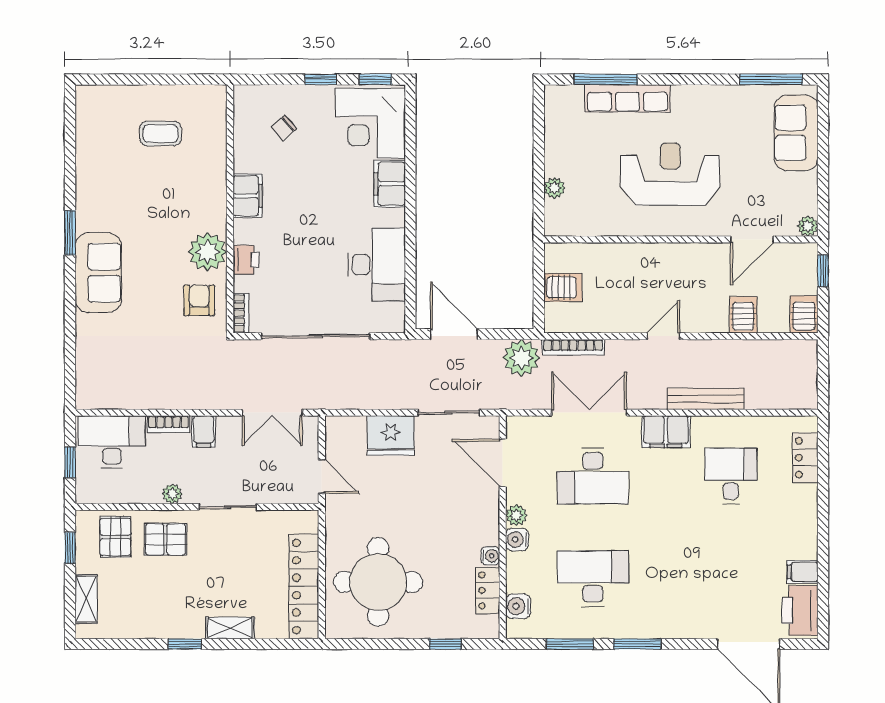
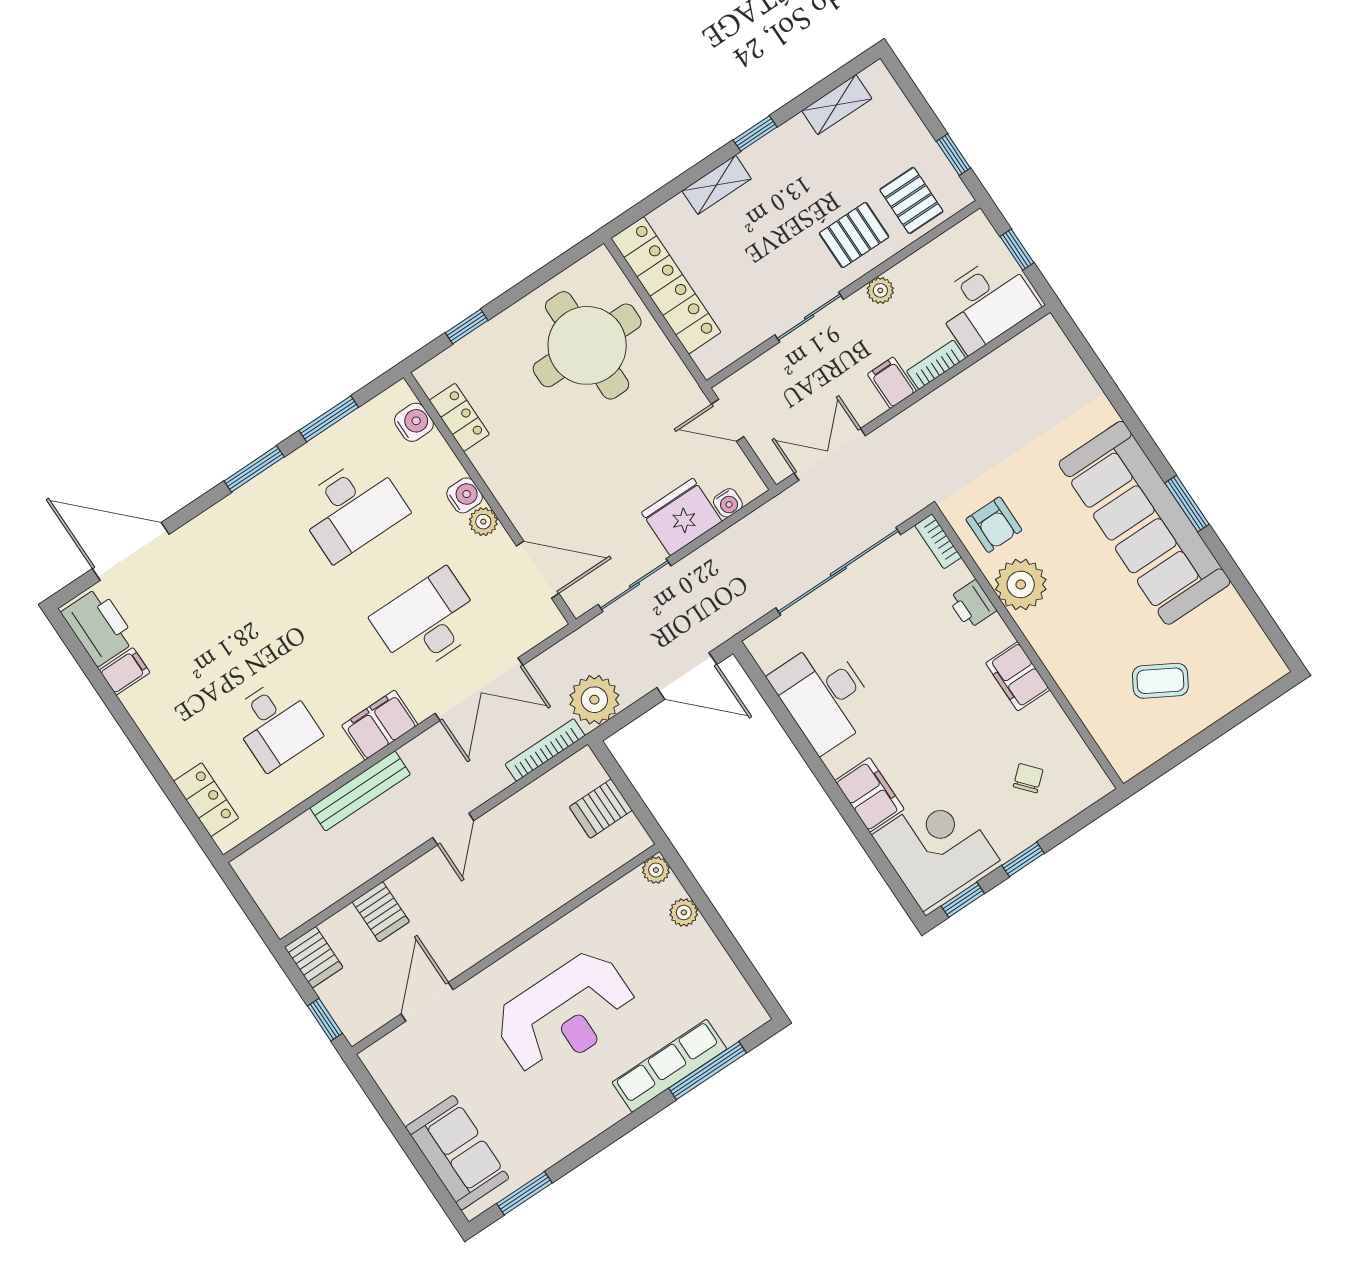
window: (771, 79) -> (524, 1193), width x0.69
coffee table: (161, 133) -> (1160, 681), turned 30
plant: (808, 226) -> (656, 870), moved
sofa: (98, 273) -> (1145, 523), width x1.85, depth x1.27
water cooler: (490, 556) -> (728, 503), moved, turned -90
shelving: (86, 599) -> (837, 105), moved, turned 90

